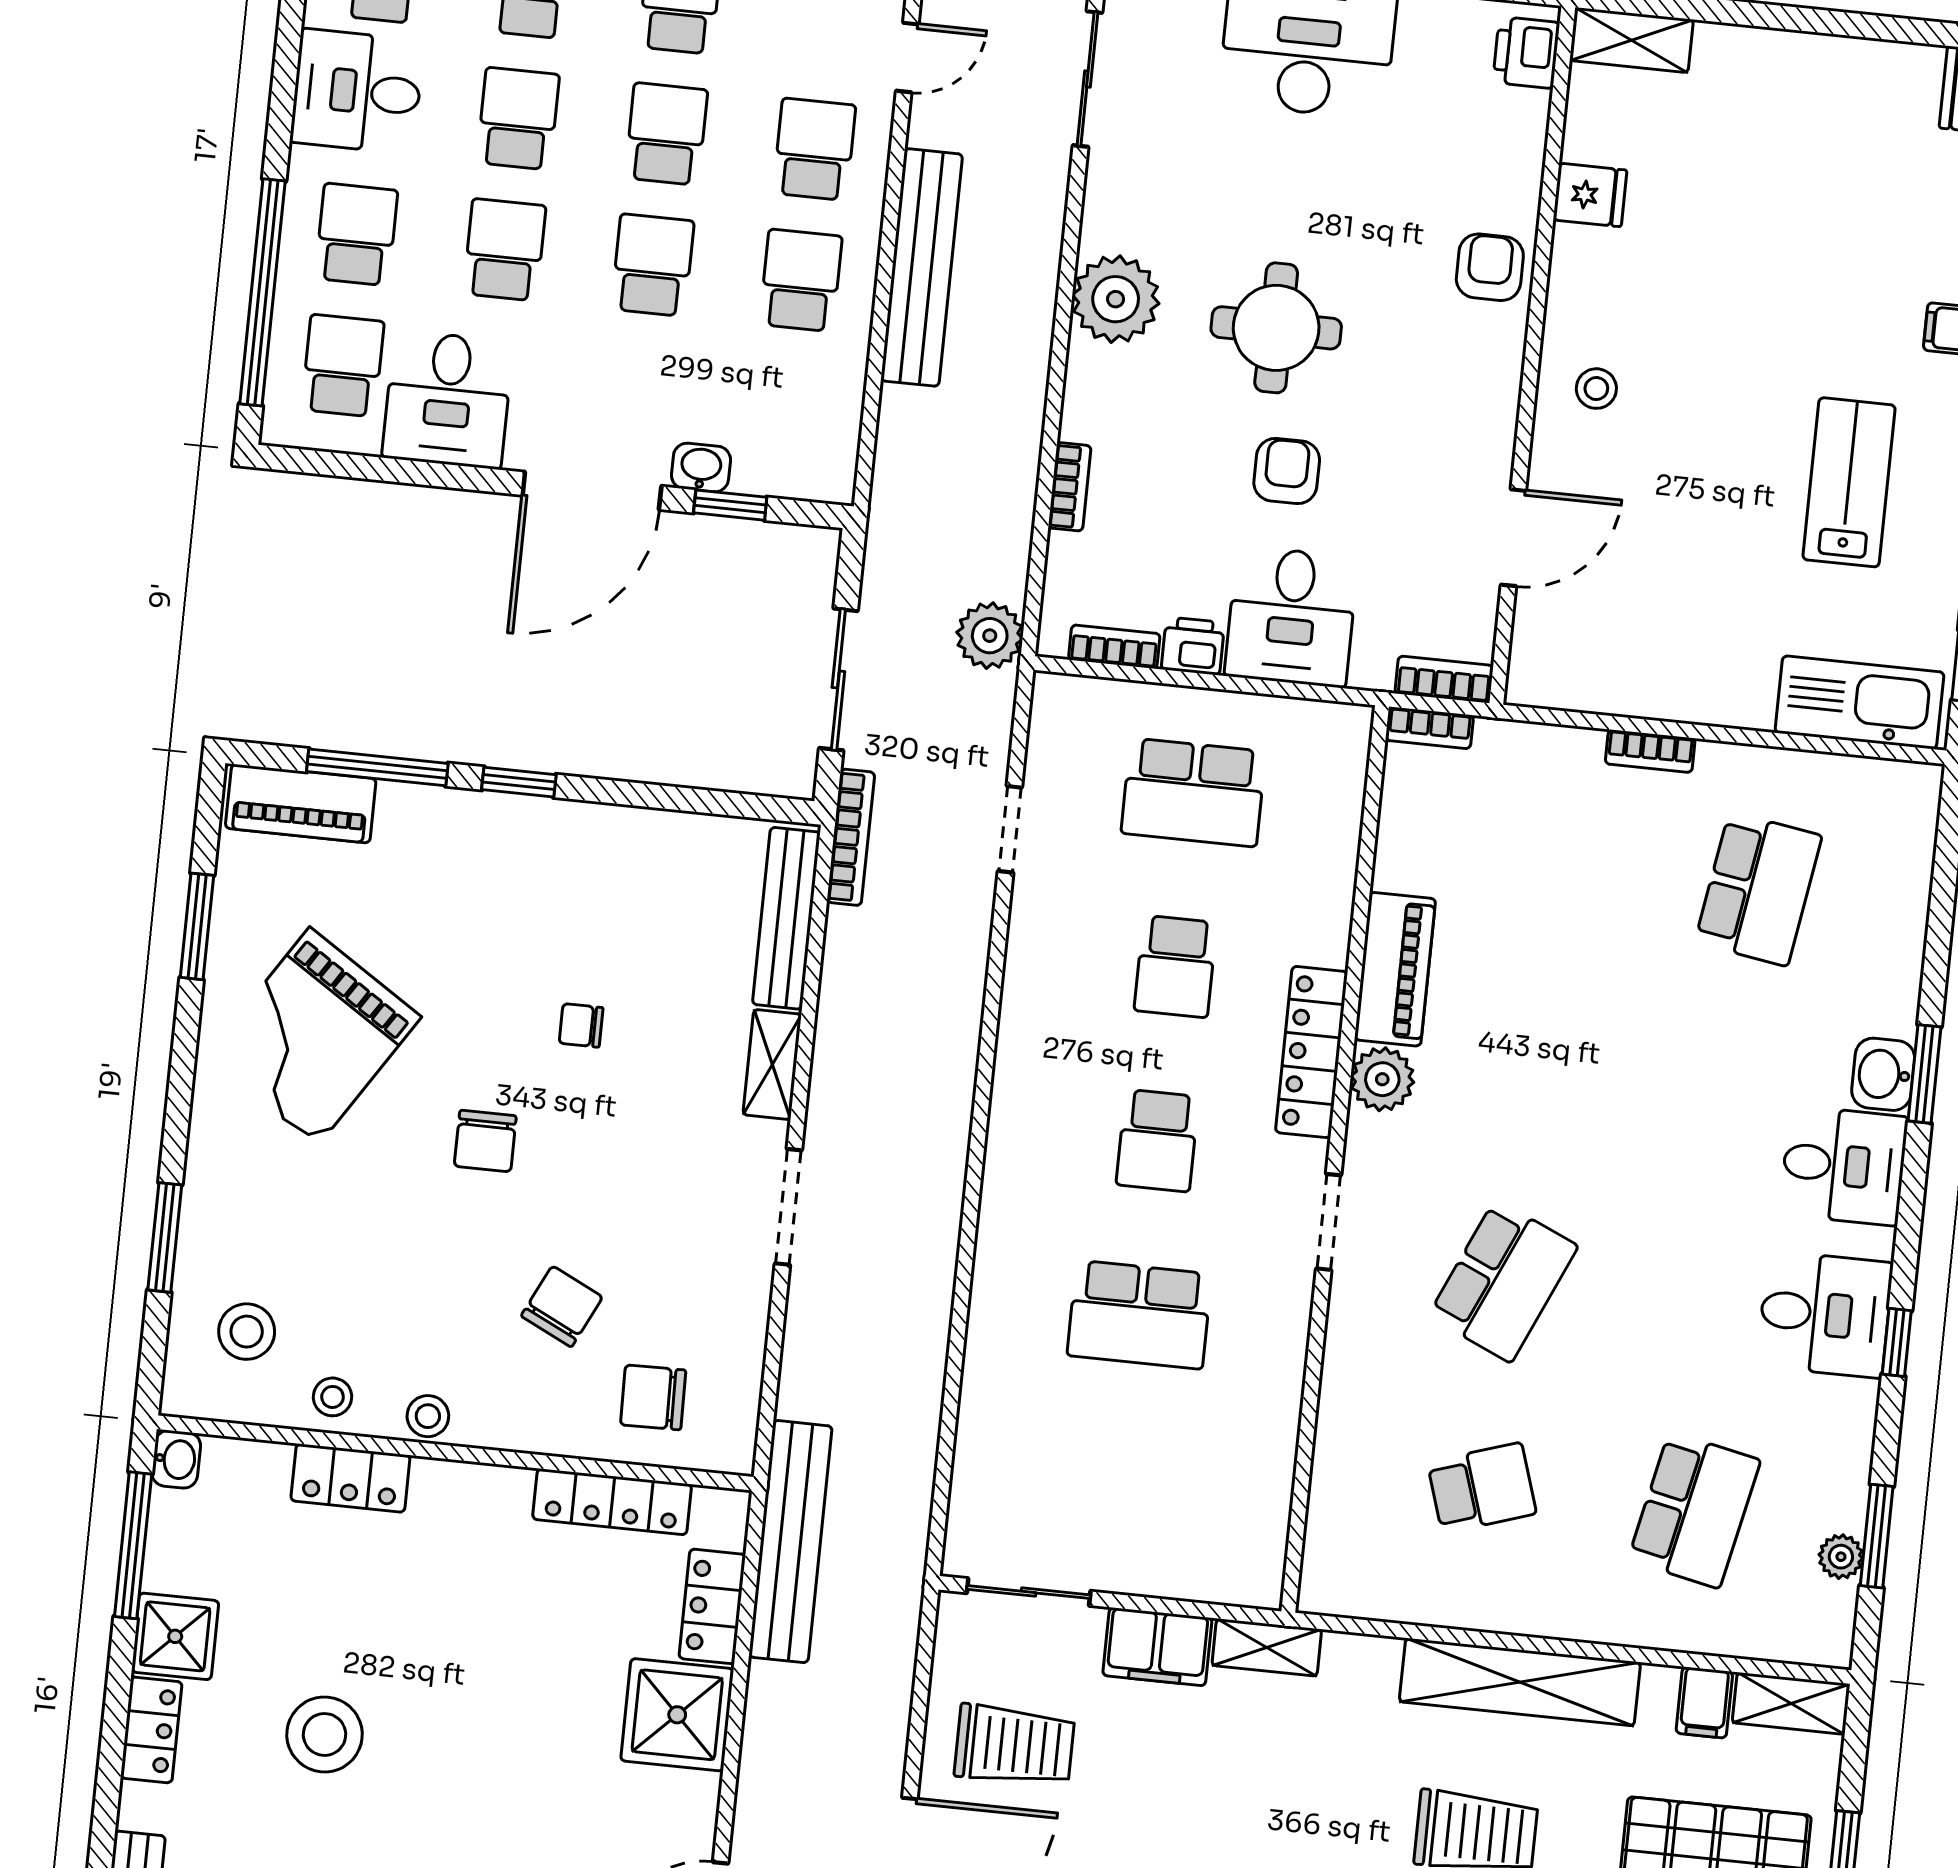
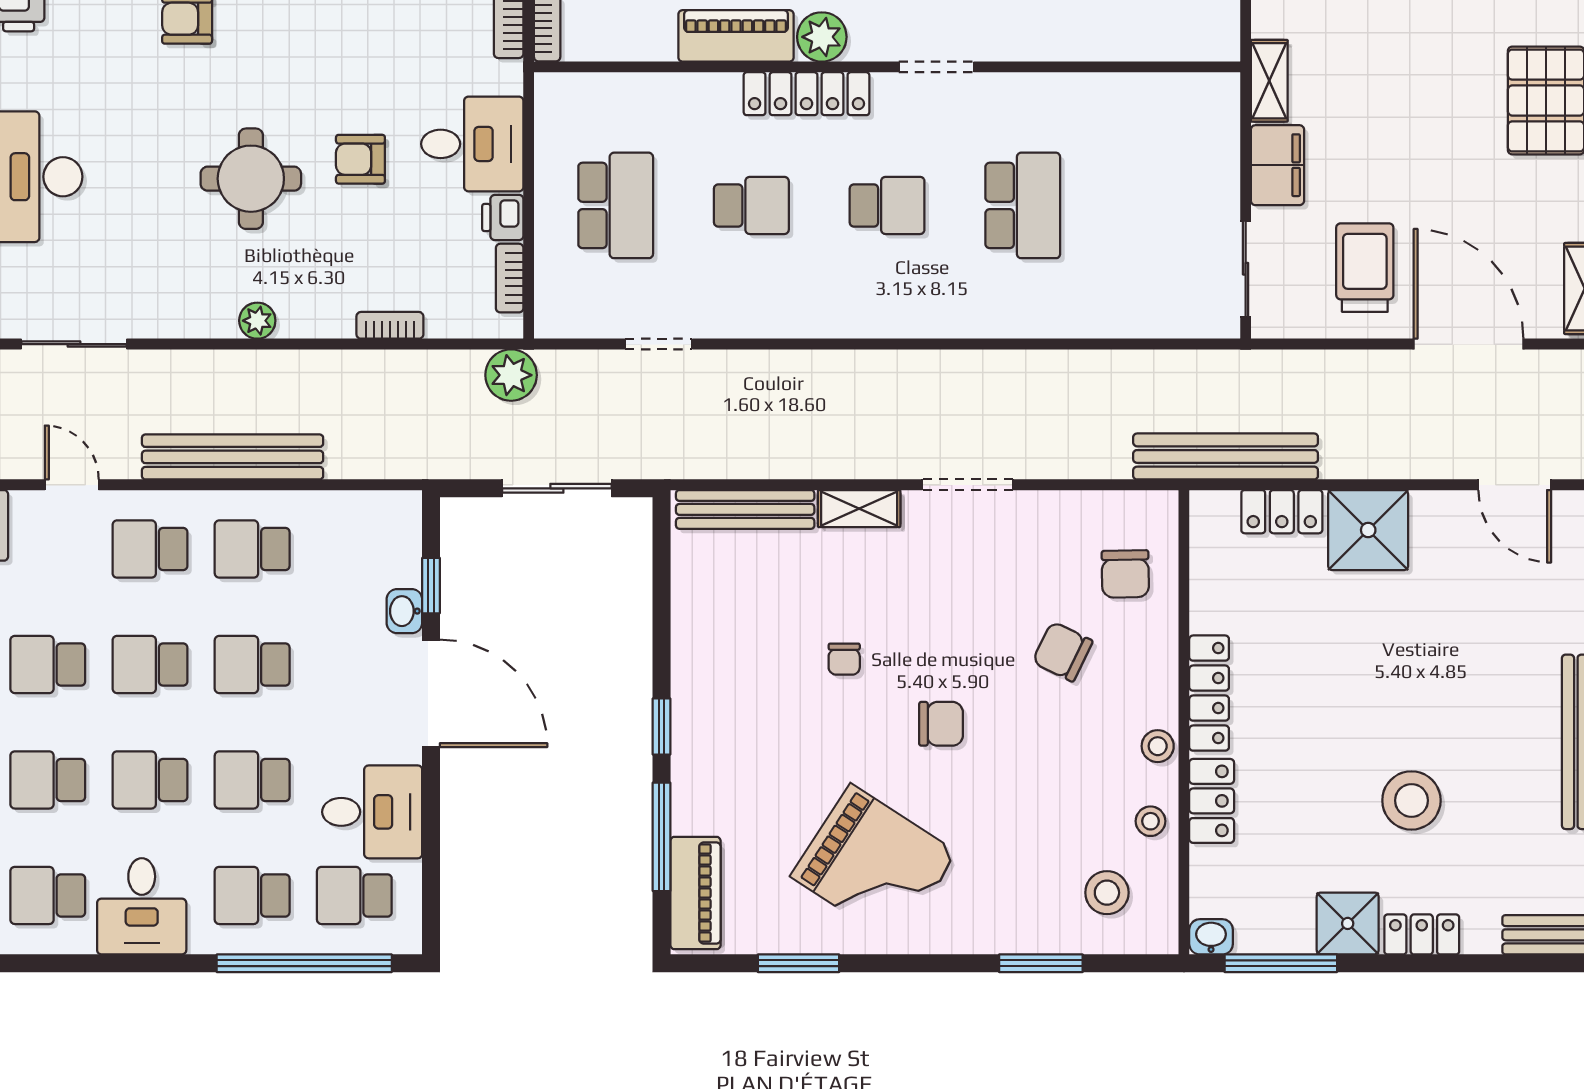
plant: (1116, 299) -> (257, 321), width x0.53, depth x0.53
bookcase: (851, 837) -> (678, 466), removed
locker: (612, 1502) -> (1209, 693), moved

